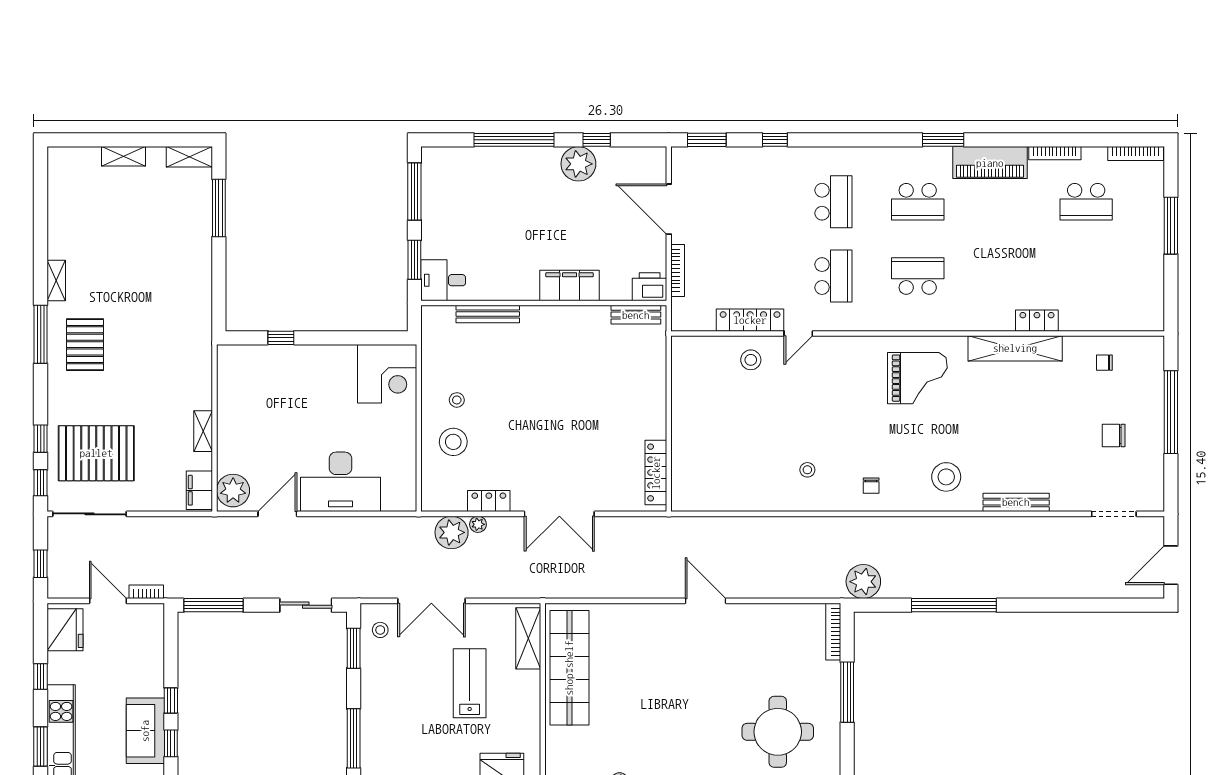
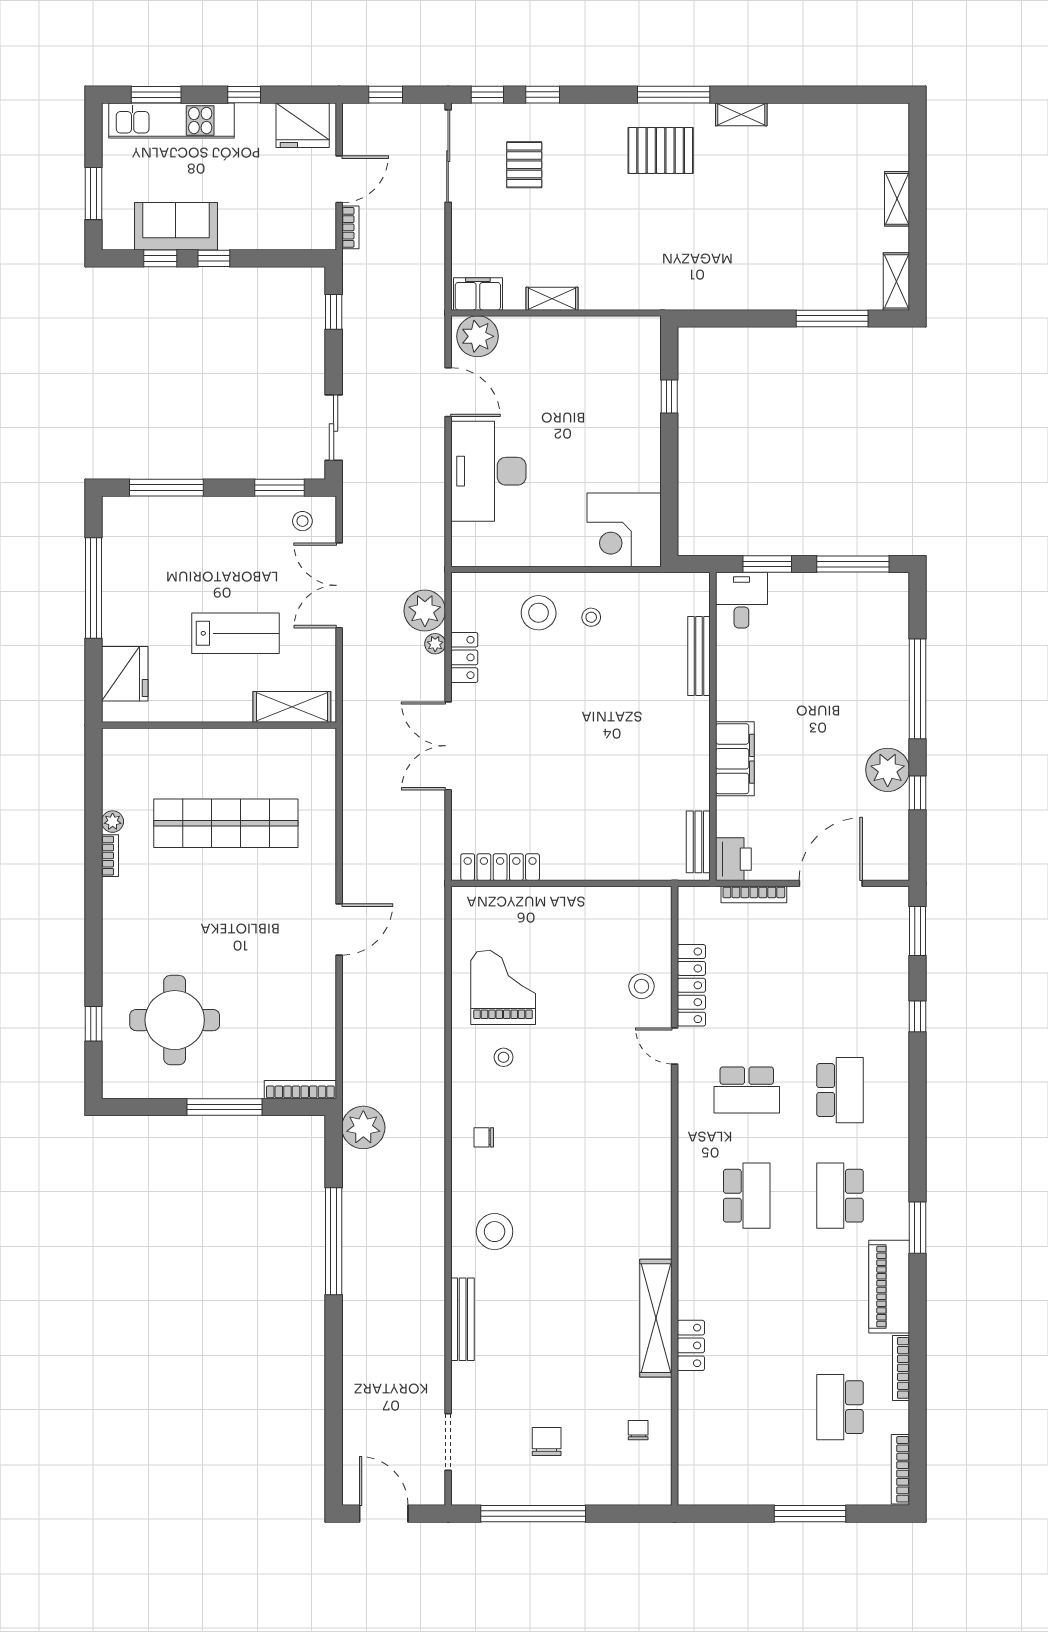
school desk: (833, 202) -> (840, 1090), turned -90
grand piano: (917, 378) -> (503, 987), moved, turned 180
window: (1171, 412) -> (533, 1514), moved
pallet: (96, 453) -> (524, 165), width x0.49, depth x0.50
window: (214, 605) -> (334, 312), width x0.46
shop shelf: (569, 668) -> (226, 823), moved

